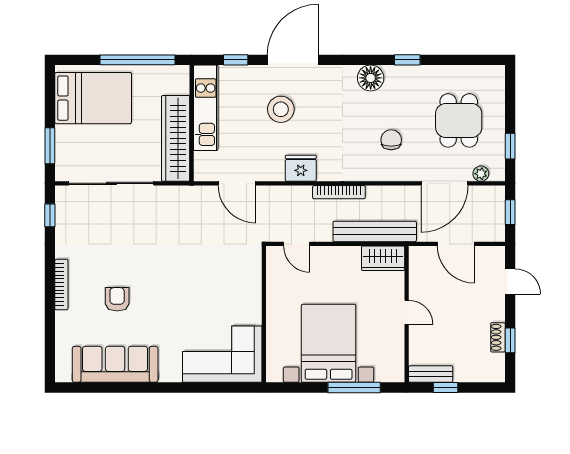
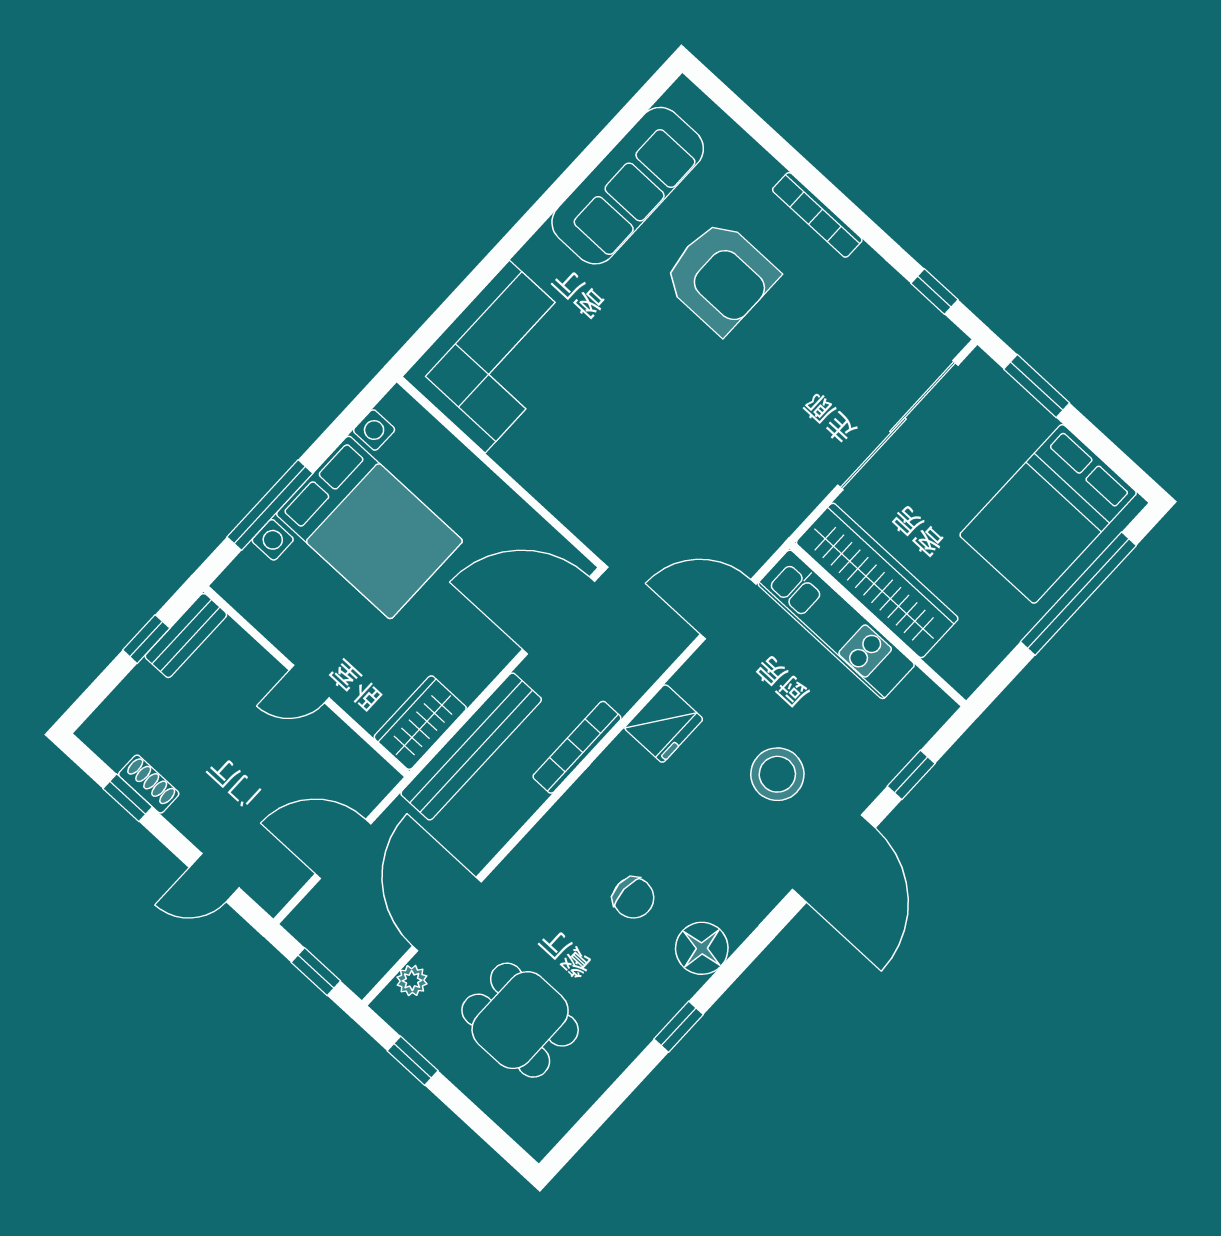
window: (137, 60) -> (1078, 594), moved
kitchen unit: (206, 108) -> (836, 624), moved
chair: (391, 140) -> (633, 898), moved
door: (297, 244) -> (558, 615), width x1.87
armchair: (117, 299) -> (720, 277), width x1.88, depth x1.88

